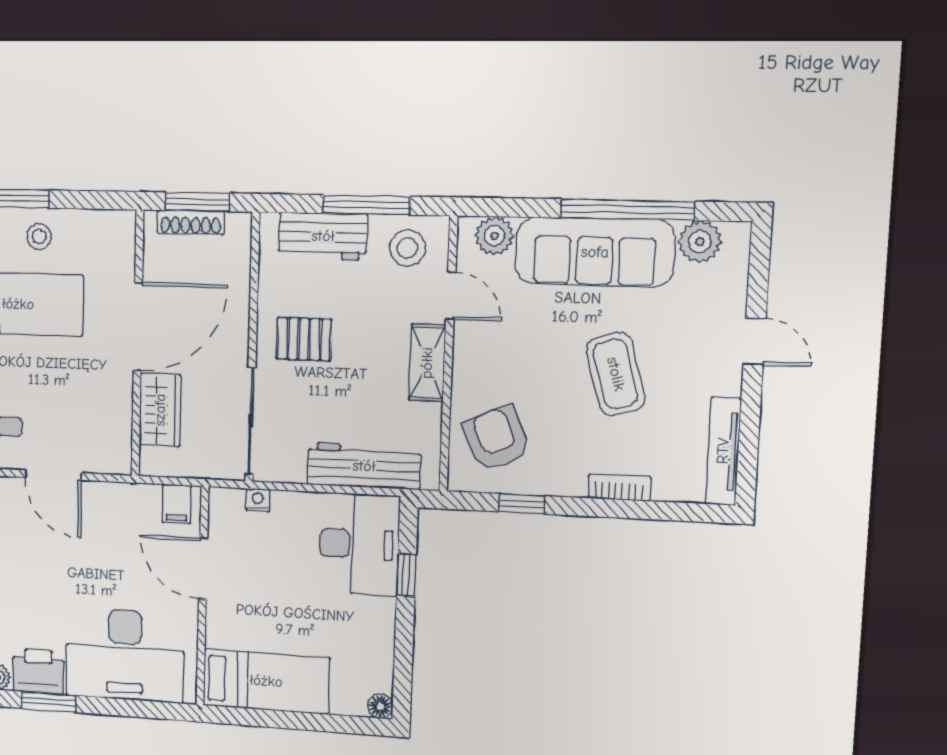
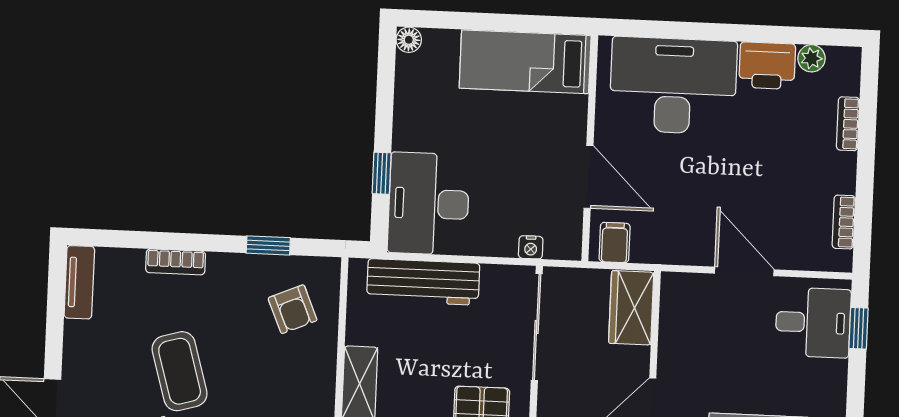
wardrobe: (160, 410) -> (631, 308), moved
armchair: (497, 439) -> (293, 309), width x0.72, depth x0.72
tv unit: (723, 451) -> (79, 282), width x0.71
window: (49, 702) -> (757, 34), removed

